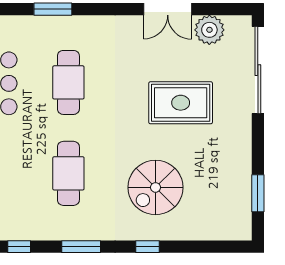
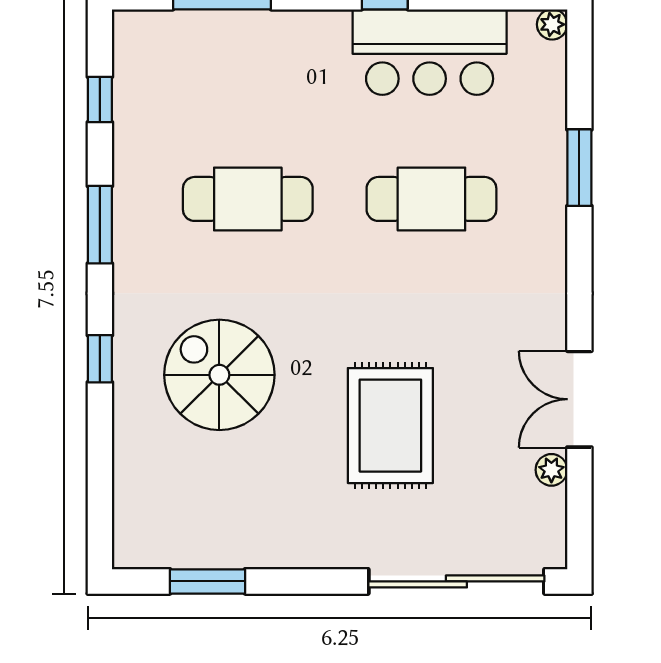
plant: (209, 30) -> (551, 470), width x0.53, depth x0.53

